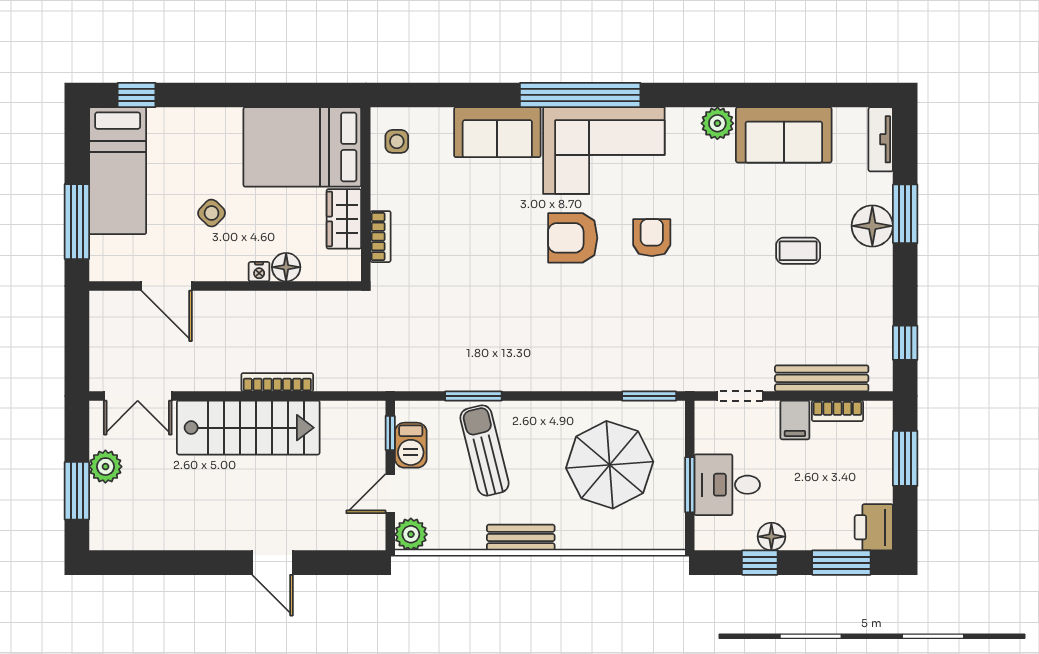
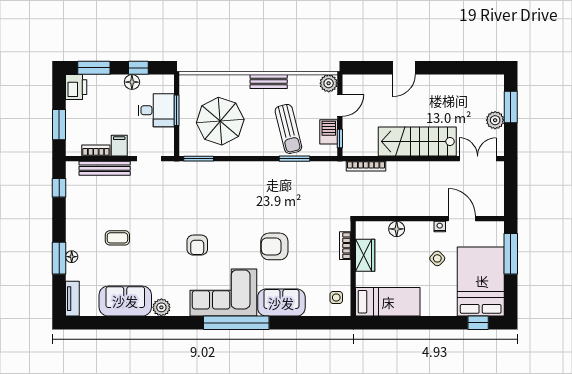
bed: (302, 147) -> (388, 302), width x0.67
bed: (118, 171) -> (481, 282), width x1.50
floor lamp: (872, 226) -> (72, 257), width x0.53, depth x0.53
armchair: (573, 238) -> (274, 246), moved, turned 180
nightstand: (259, 272) -> (440, 226), moved
bookcase: (277, 382) -> (366, 166), moved
door: (272, 563) -> (404, 68), swing flipped

